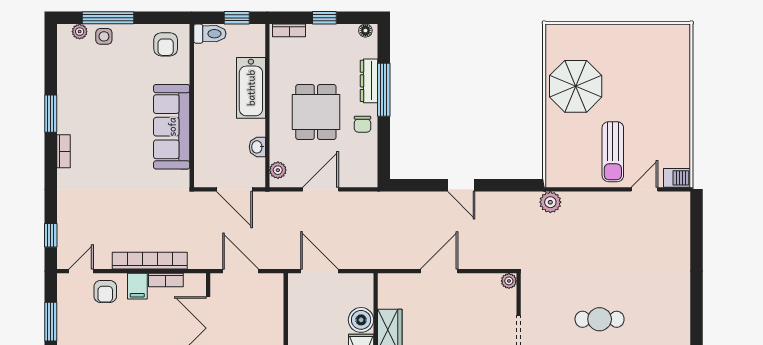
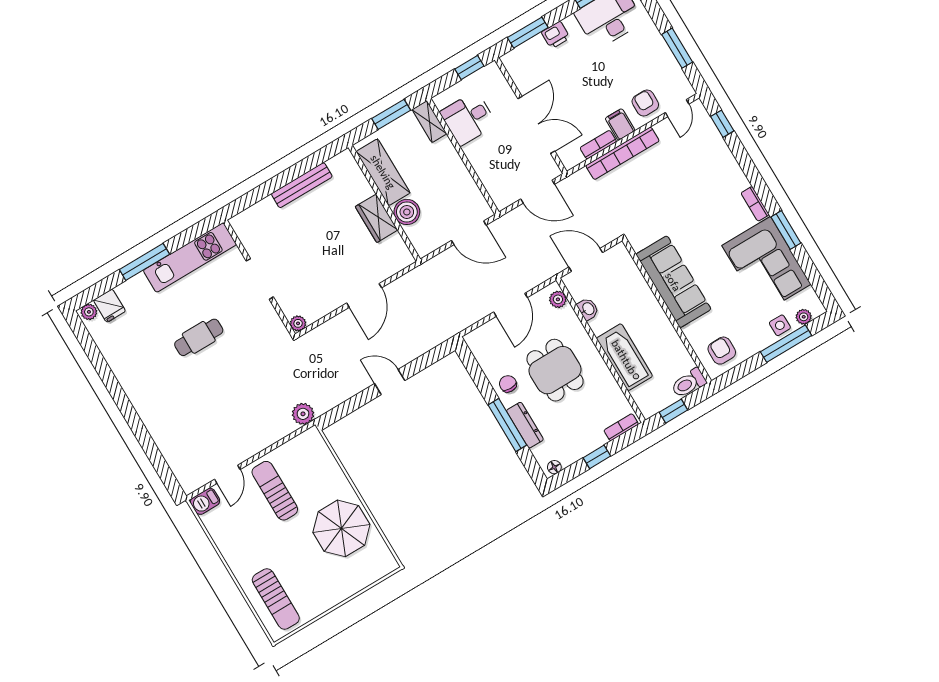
sun lounger: (667, 60) -> (276, 599), added
corner sofa: (85, 94) -> (766, 265), added

